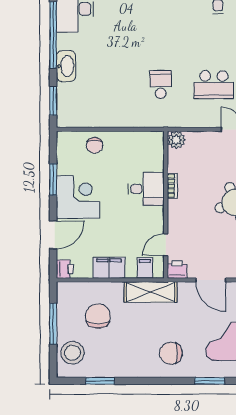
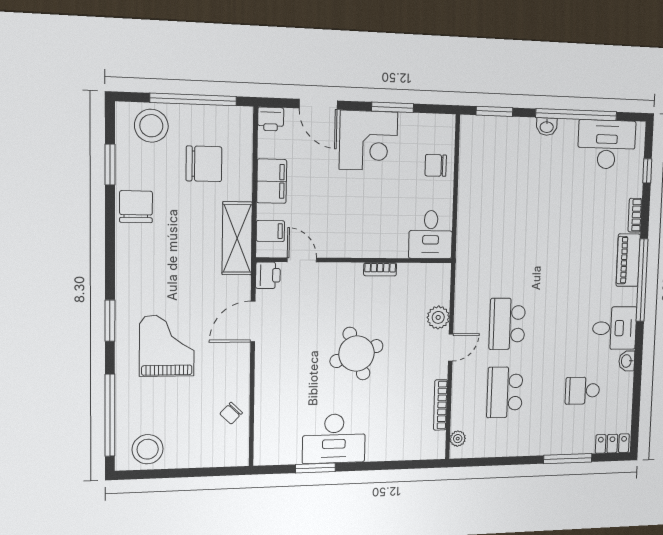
washbasin: (66, 66) -> (547, 127), width x0.52, depth x0.69
school desk: (161, 85) -> (510, 255), removed
plant: (176, 140) -> (438, 317), moved
desk: (146, 189) -> (431, 235), moved
window: (53, 324) -> (193, 99), width x1.46
chair: (171, 353) -> (136, 207), moved

